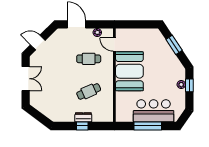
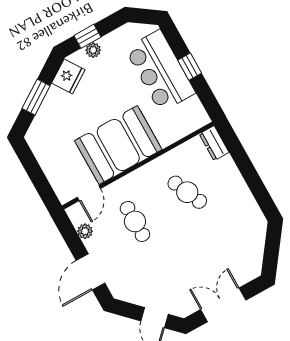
fridge: (175, 66) -> (68, 76), added
dresser: (83, 117) -> (214, 143), moved
window: (82, 126) -> (248, 171), removed
window: (148, 126) -> (190, 67), width x0.46

